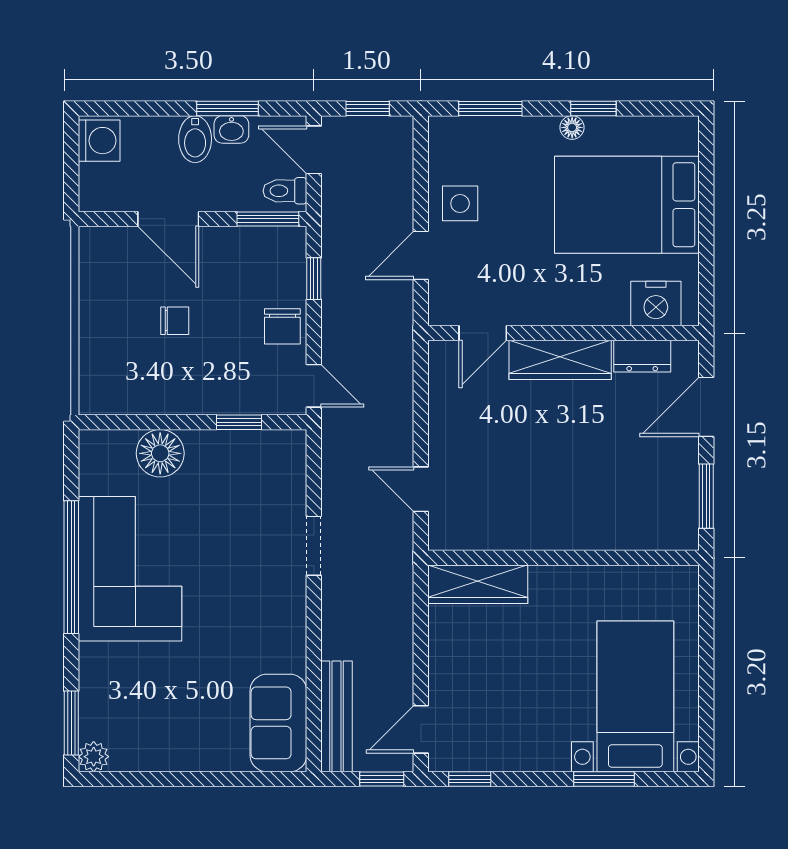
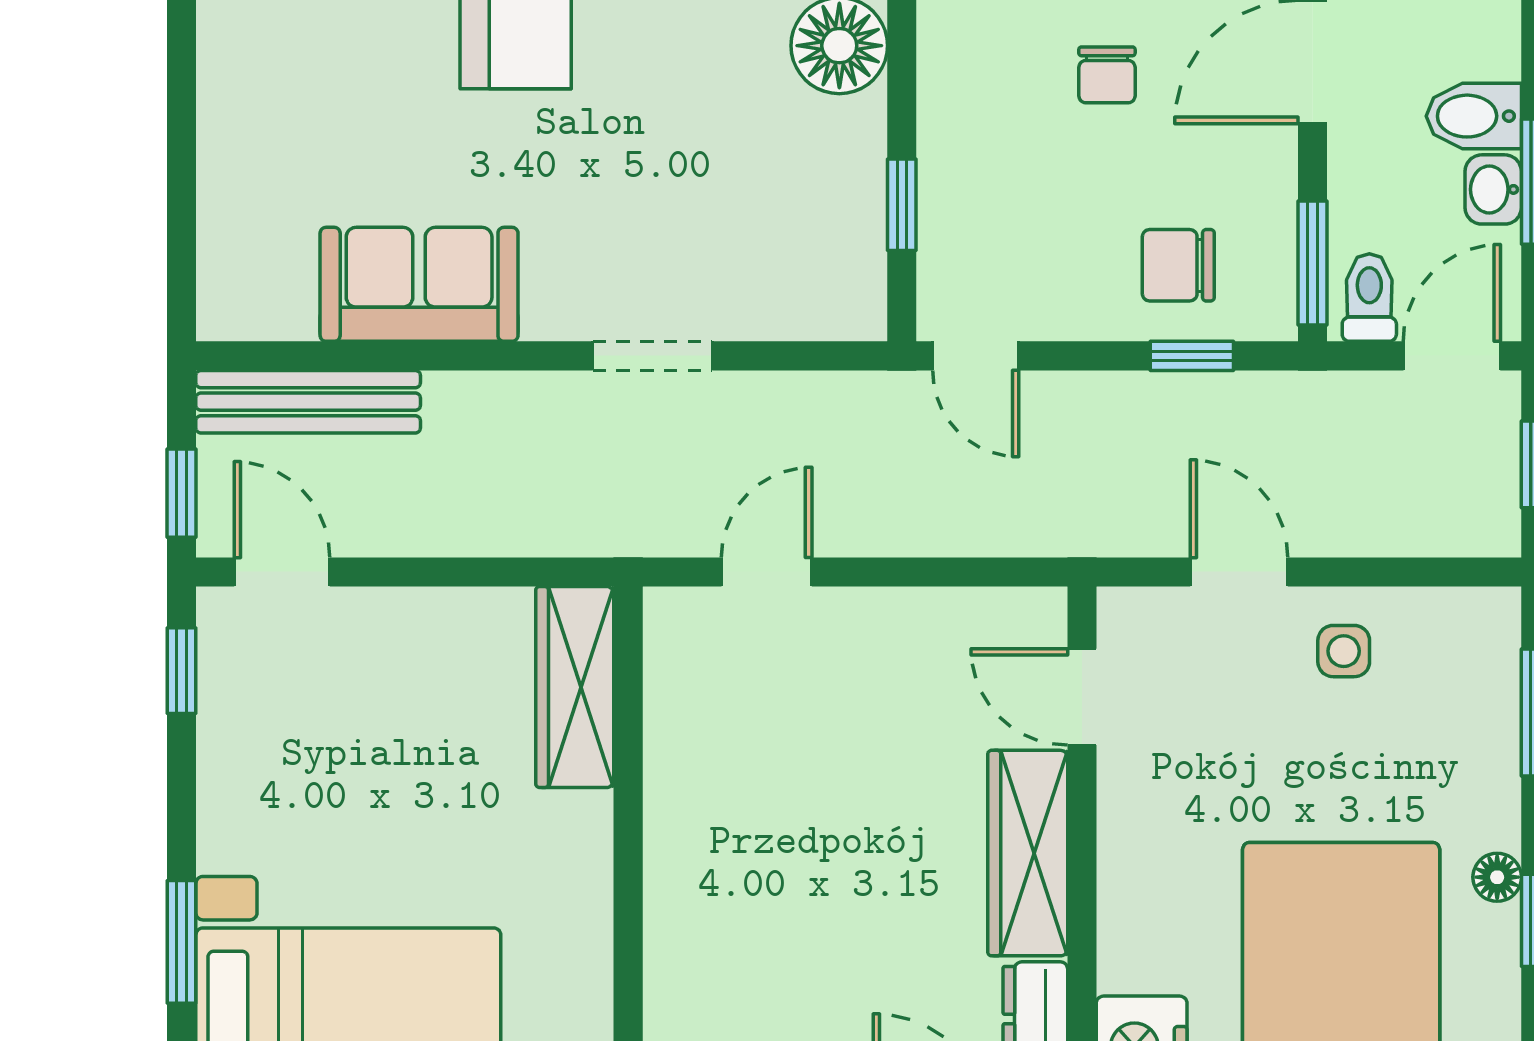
side table: (460, 203) -> (1344, 651), width x0.73, depth x0.73
chair: (282, 326) -> (1178, 265), moved
door: (314, 386) -> (976, 356), hinge flipped
sofa: (278, 723) -> (419, 284), moved

